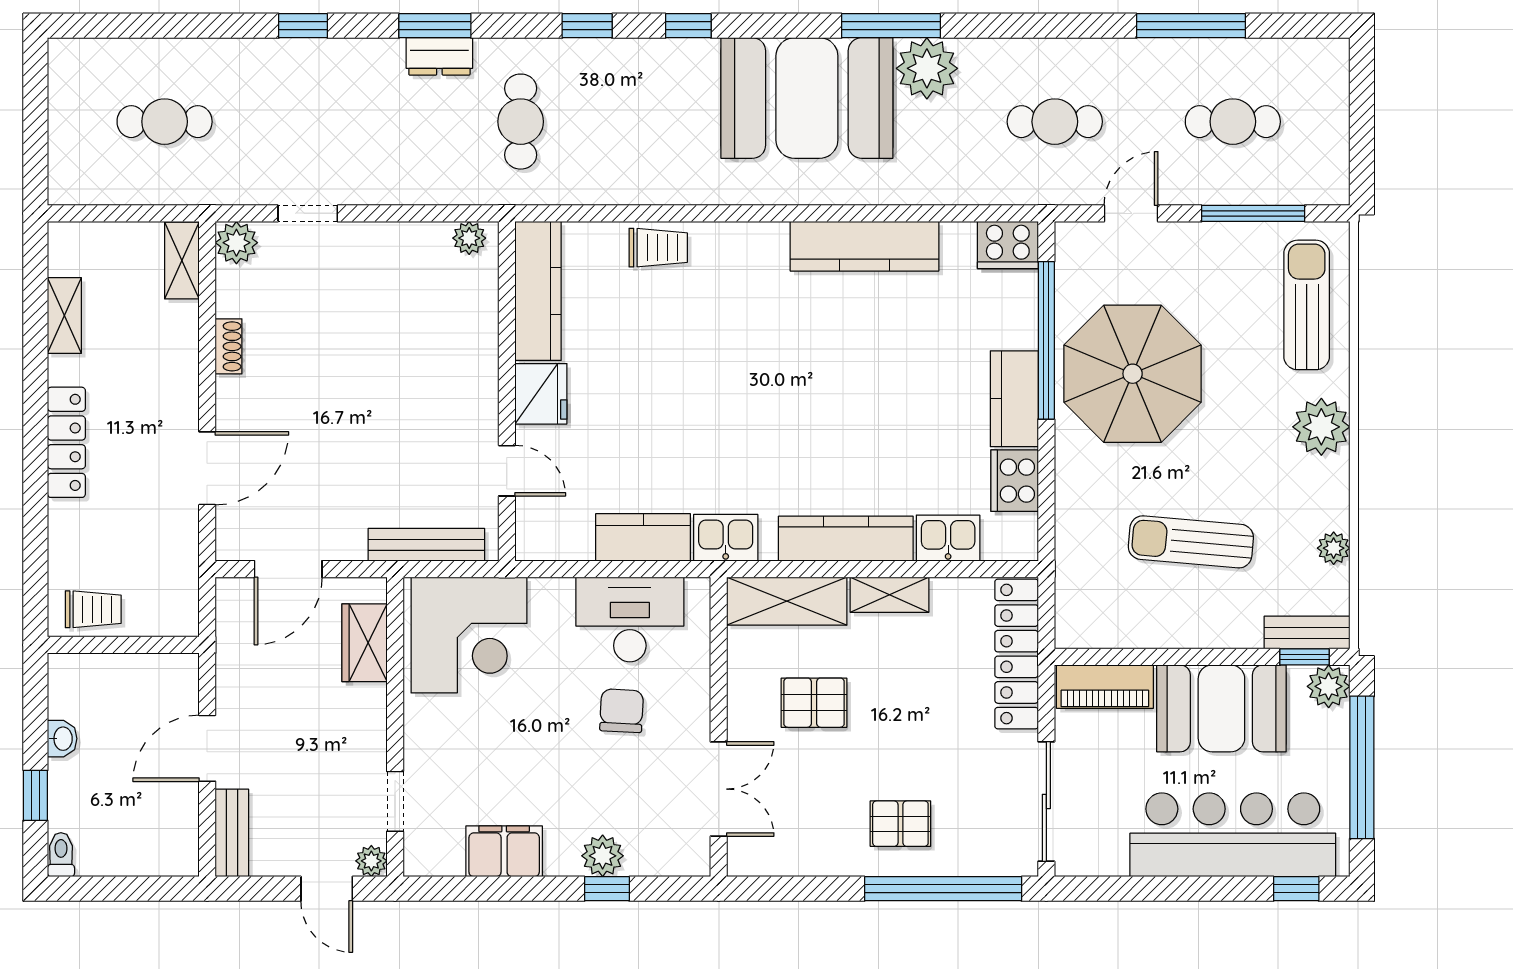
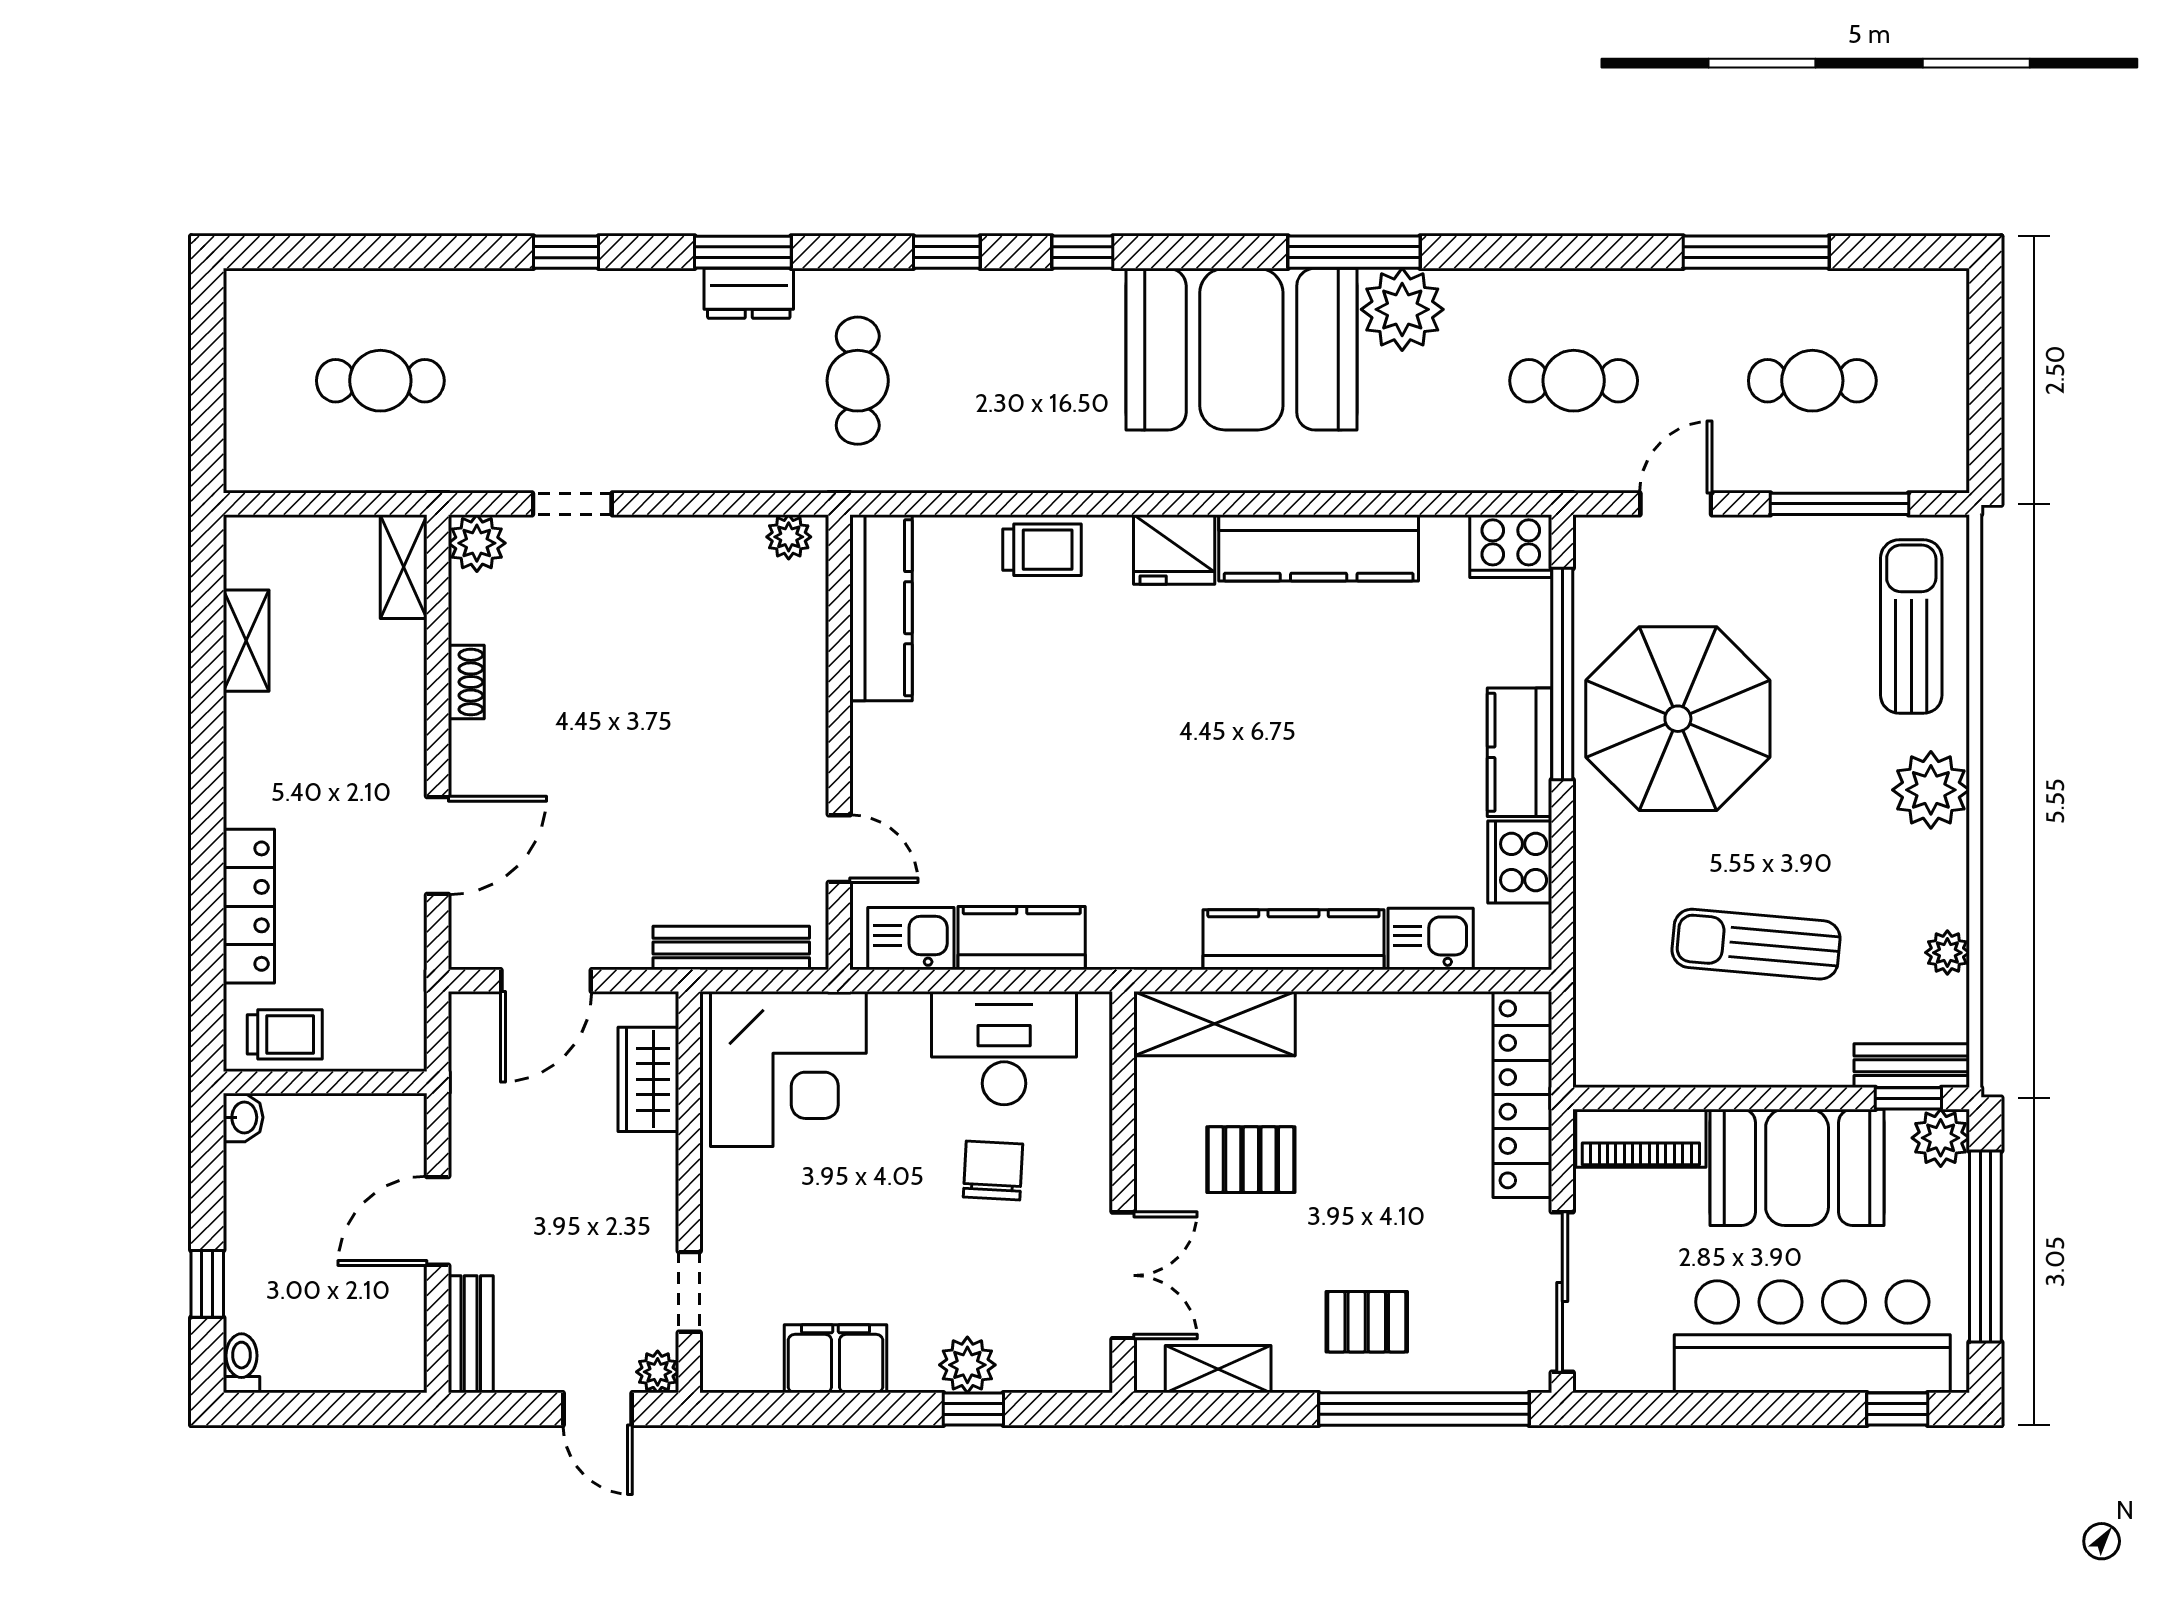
fridge: (541, 394) -> (1174, 549), moved, turned 90
locker: (66, 442) -> (249, 906), moved
kitchen sink: (726, 538) -> (911, 939), moved
shelving: (890, 595) -> (1218, 1369), moved
washbasin: (62, 739) -> (243, 1117), moved

